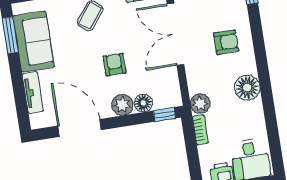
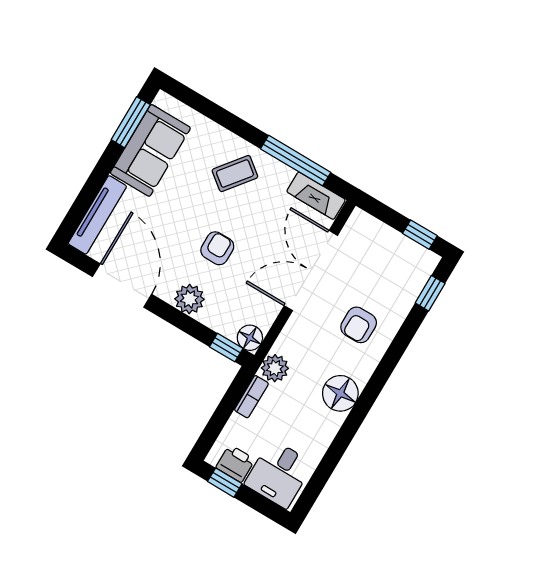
armchair: (226, 42) -> (359, 325), turned 90
tv unit: (33, 93) -> (97, 215), width x1.41
floor lamp: (143, 103) -> (250, 338), moved

